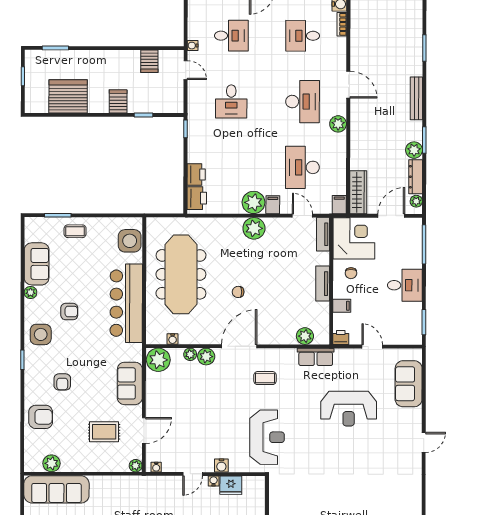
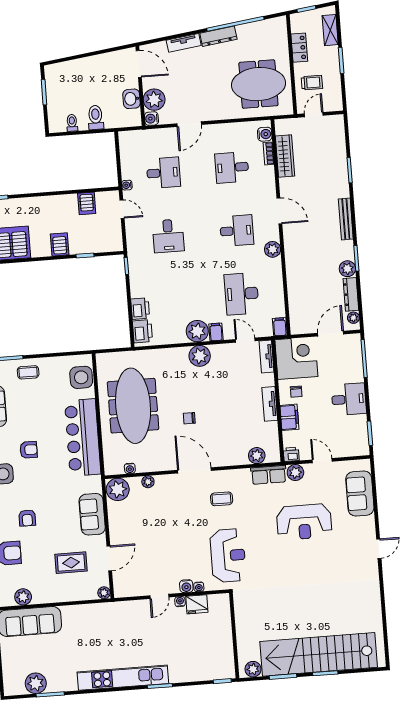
desk: (303, 102) -> (237, 231), width x0.73
wardrobe: (358, 192) -> (285, 156), moved
filing cabinet: (342, 306) -> (289, 417), width x2.00
door: (239, 346) -> (194, 470), hinge flipped
plant: (206, 357) -> (295, 473), moved
water cooler: (156, 467) -> (199, 587), moved

